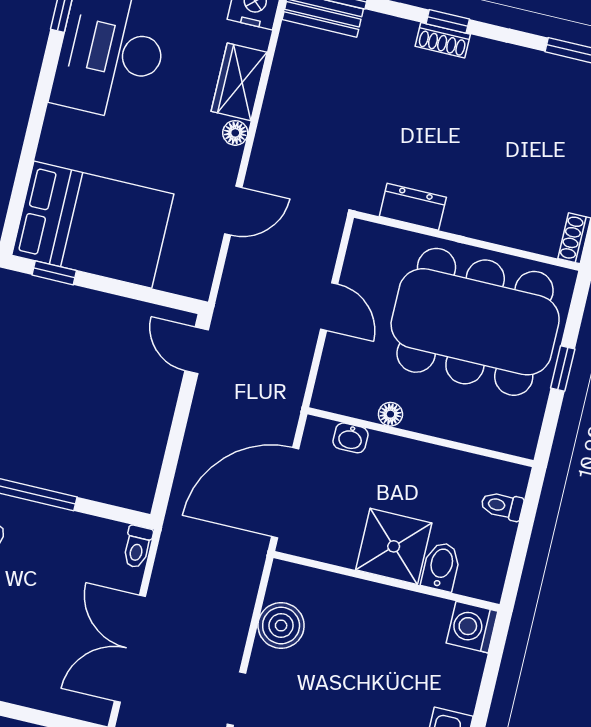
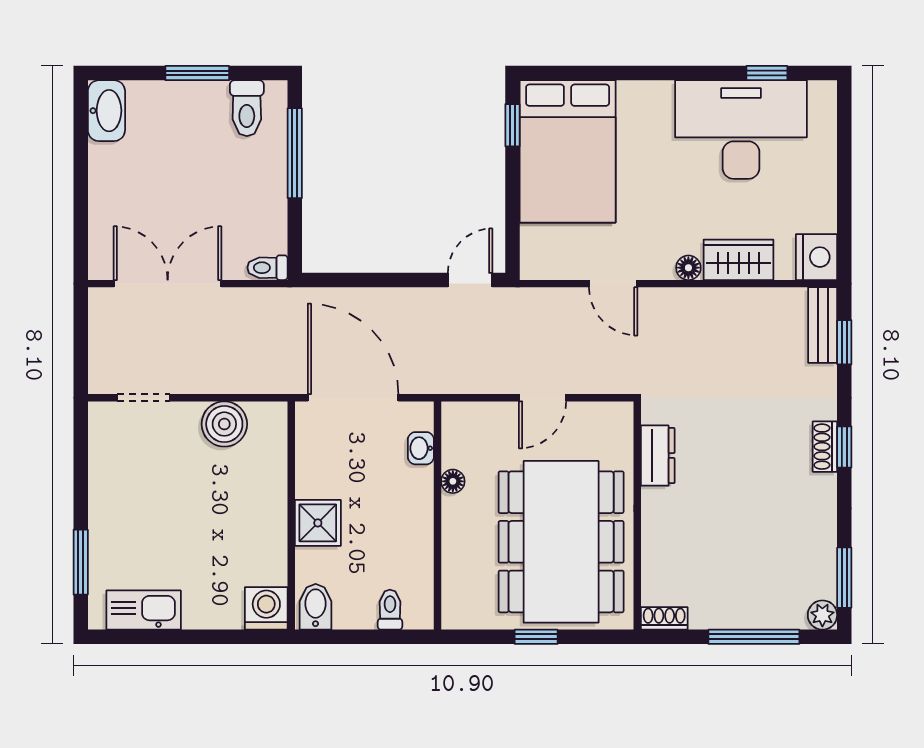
shower: (394, 546) -> (318, 523), width x0.73, depth x0.73
bidet: (441, 566) -> (316, 607), moved, turned -90

